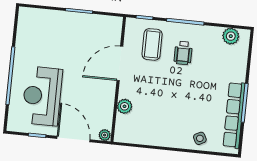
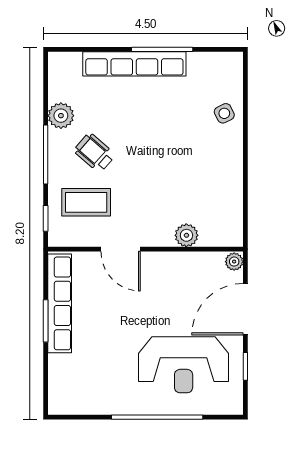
row of seats: (89, 21) -> (60, 303), added
plant: (231, 36) -> (61, 116), moved
wheelchair: (183, 53) -> (94, 153), turned -139
door: (120, 63) -> (121, 249), width x0.73
row of seats: (234, 115) -> (134, 64), moved

